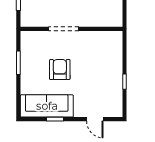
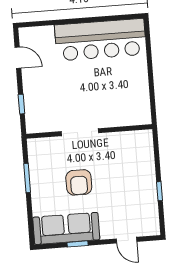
armchair: (60, 69) -> (79, 182), turned 180

